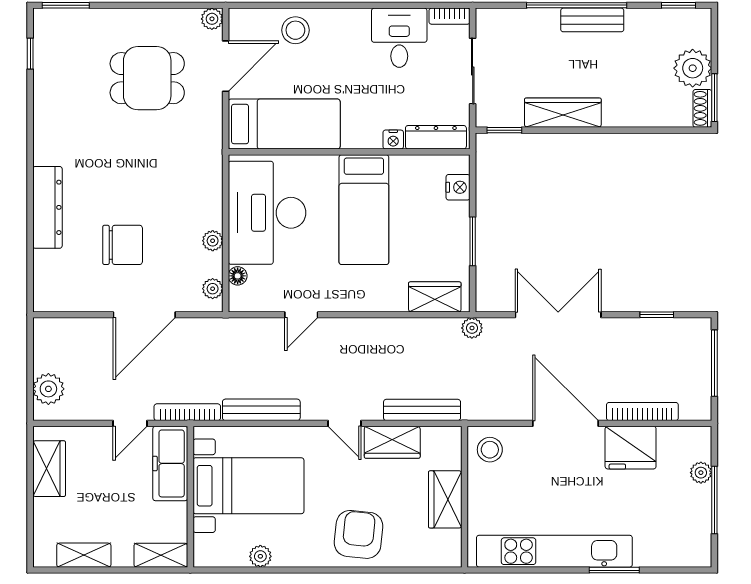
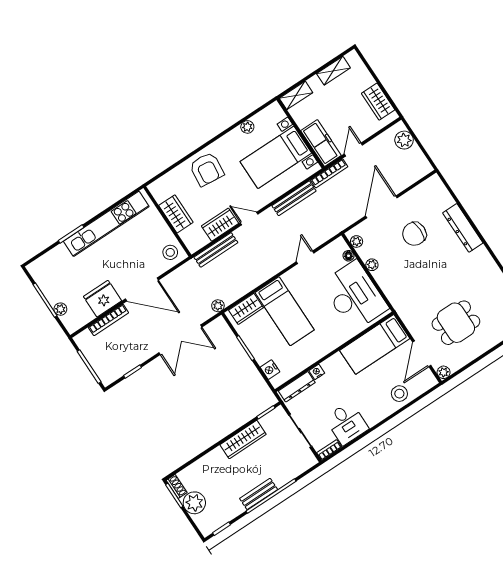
bed: (364, 210) -> (285, 311), moved, turned 180

